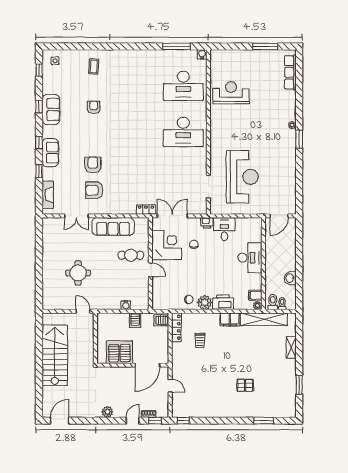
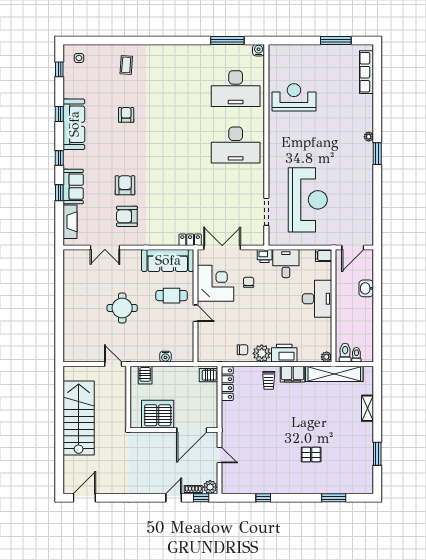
sofa: (51, 110) -> (74, 124), width x1.36
sofa: (50, 153) -> (73, 187), moved
sofa: (113, 226) -> (168, 260), moved
round table: (78, 273) -> (122, 308), moved
washbasin: (290, 278) -> (366, 288), moved
filing cabinet: (255, 295) -> (324, 256), moved
server rack: (135, 320) -> (145, 375), moved
trolley: (200, 341) -> (269, 380), moved
plant: (107, 412) -> (210, 487), moved
window: (183, 421) -> (263, 498), moved

